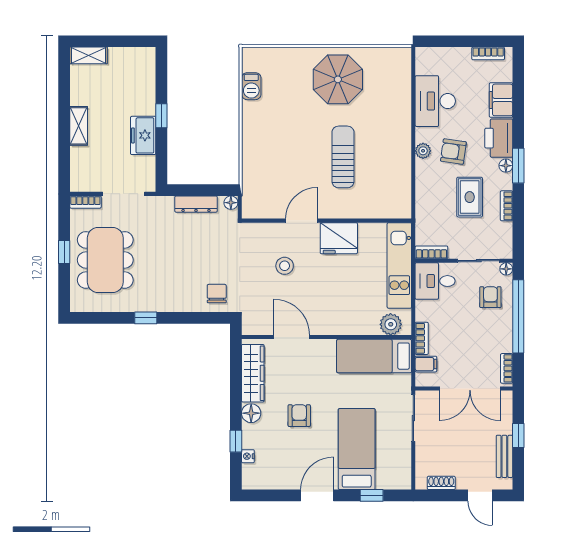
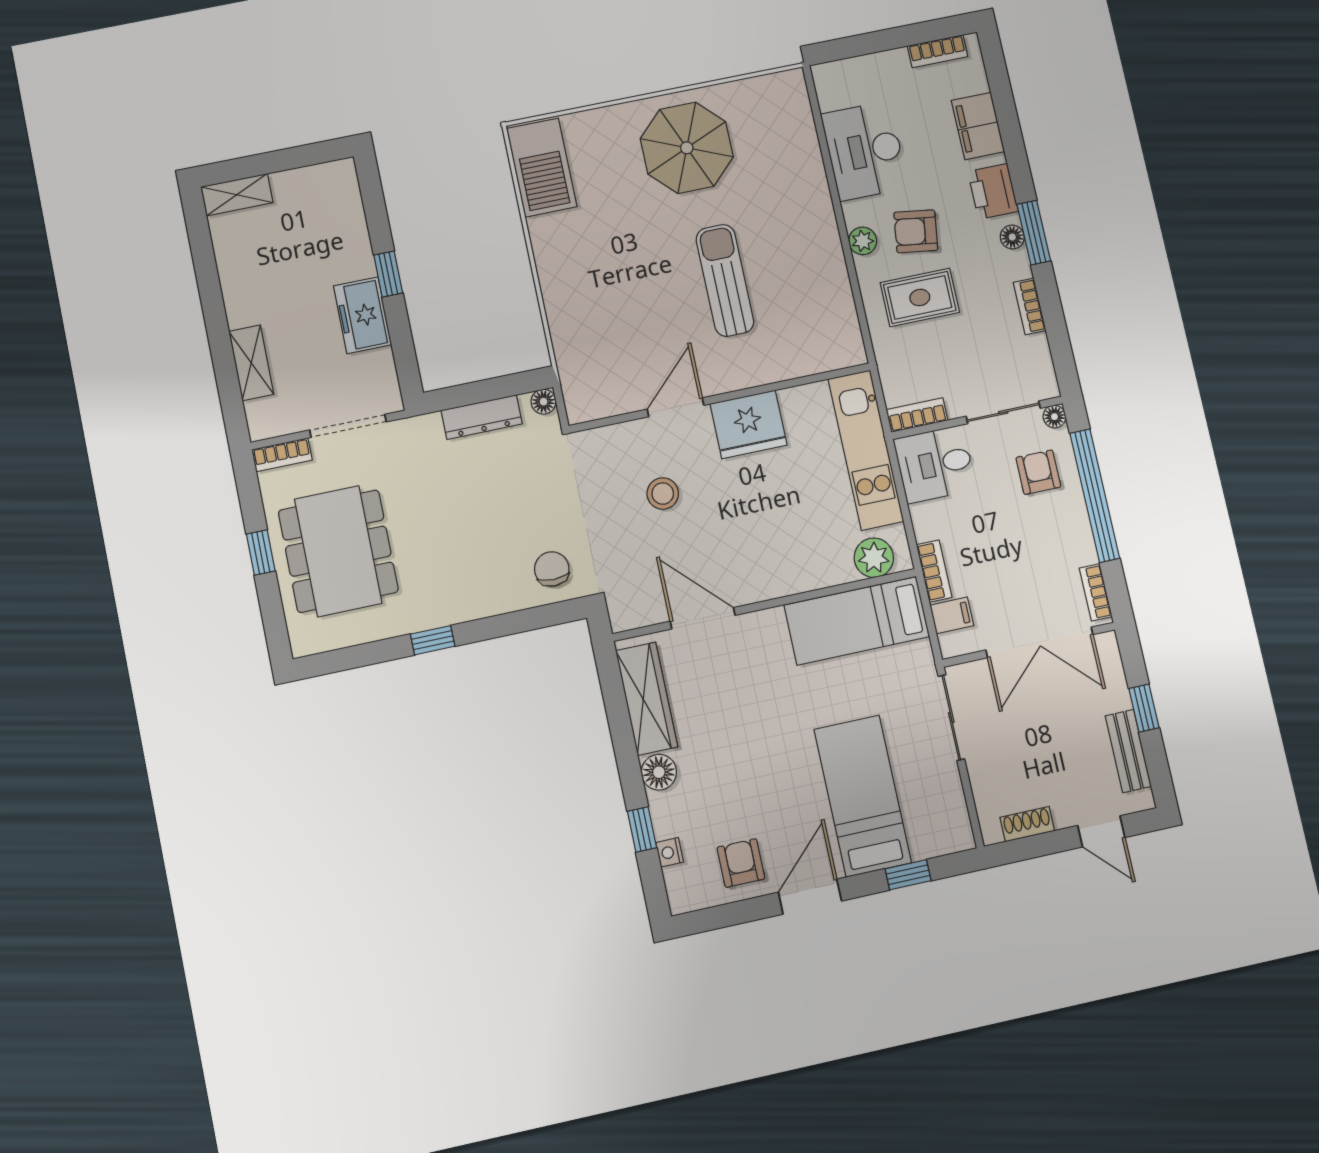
barbecue: (251, 86) -> (542, 168), width x1.88, depth x1.53
shelving: (79, 126) -> (251, 363), moved
printer: (499, 138) -> (993, 191), width x0.73, depth x0.84
rug: (470, 197) -> (920, 297), moved, turned 90
armchair: (299, 416) -> (741, 863), moved

